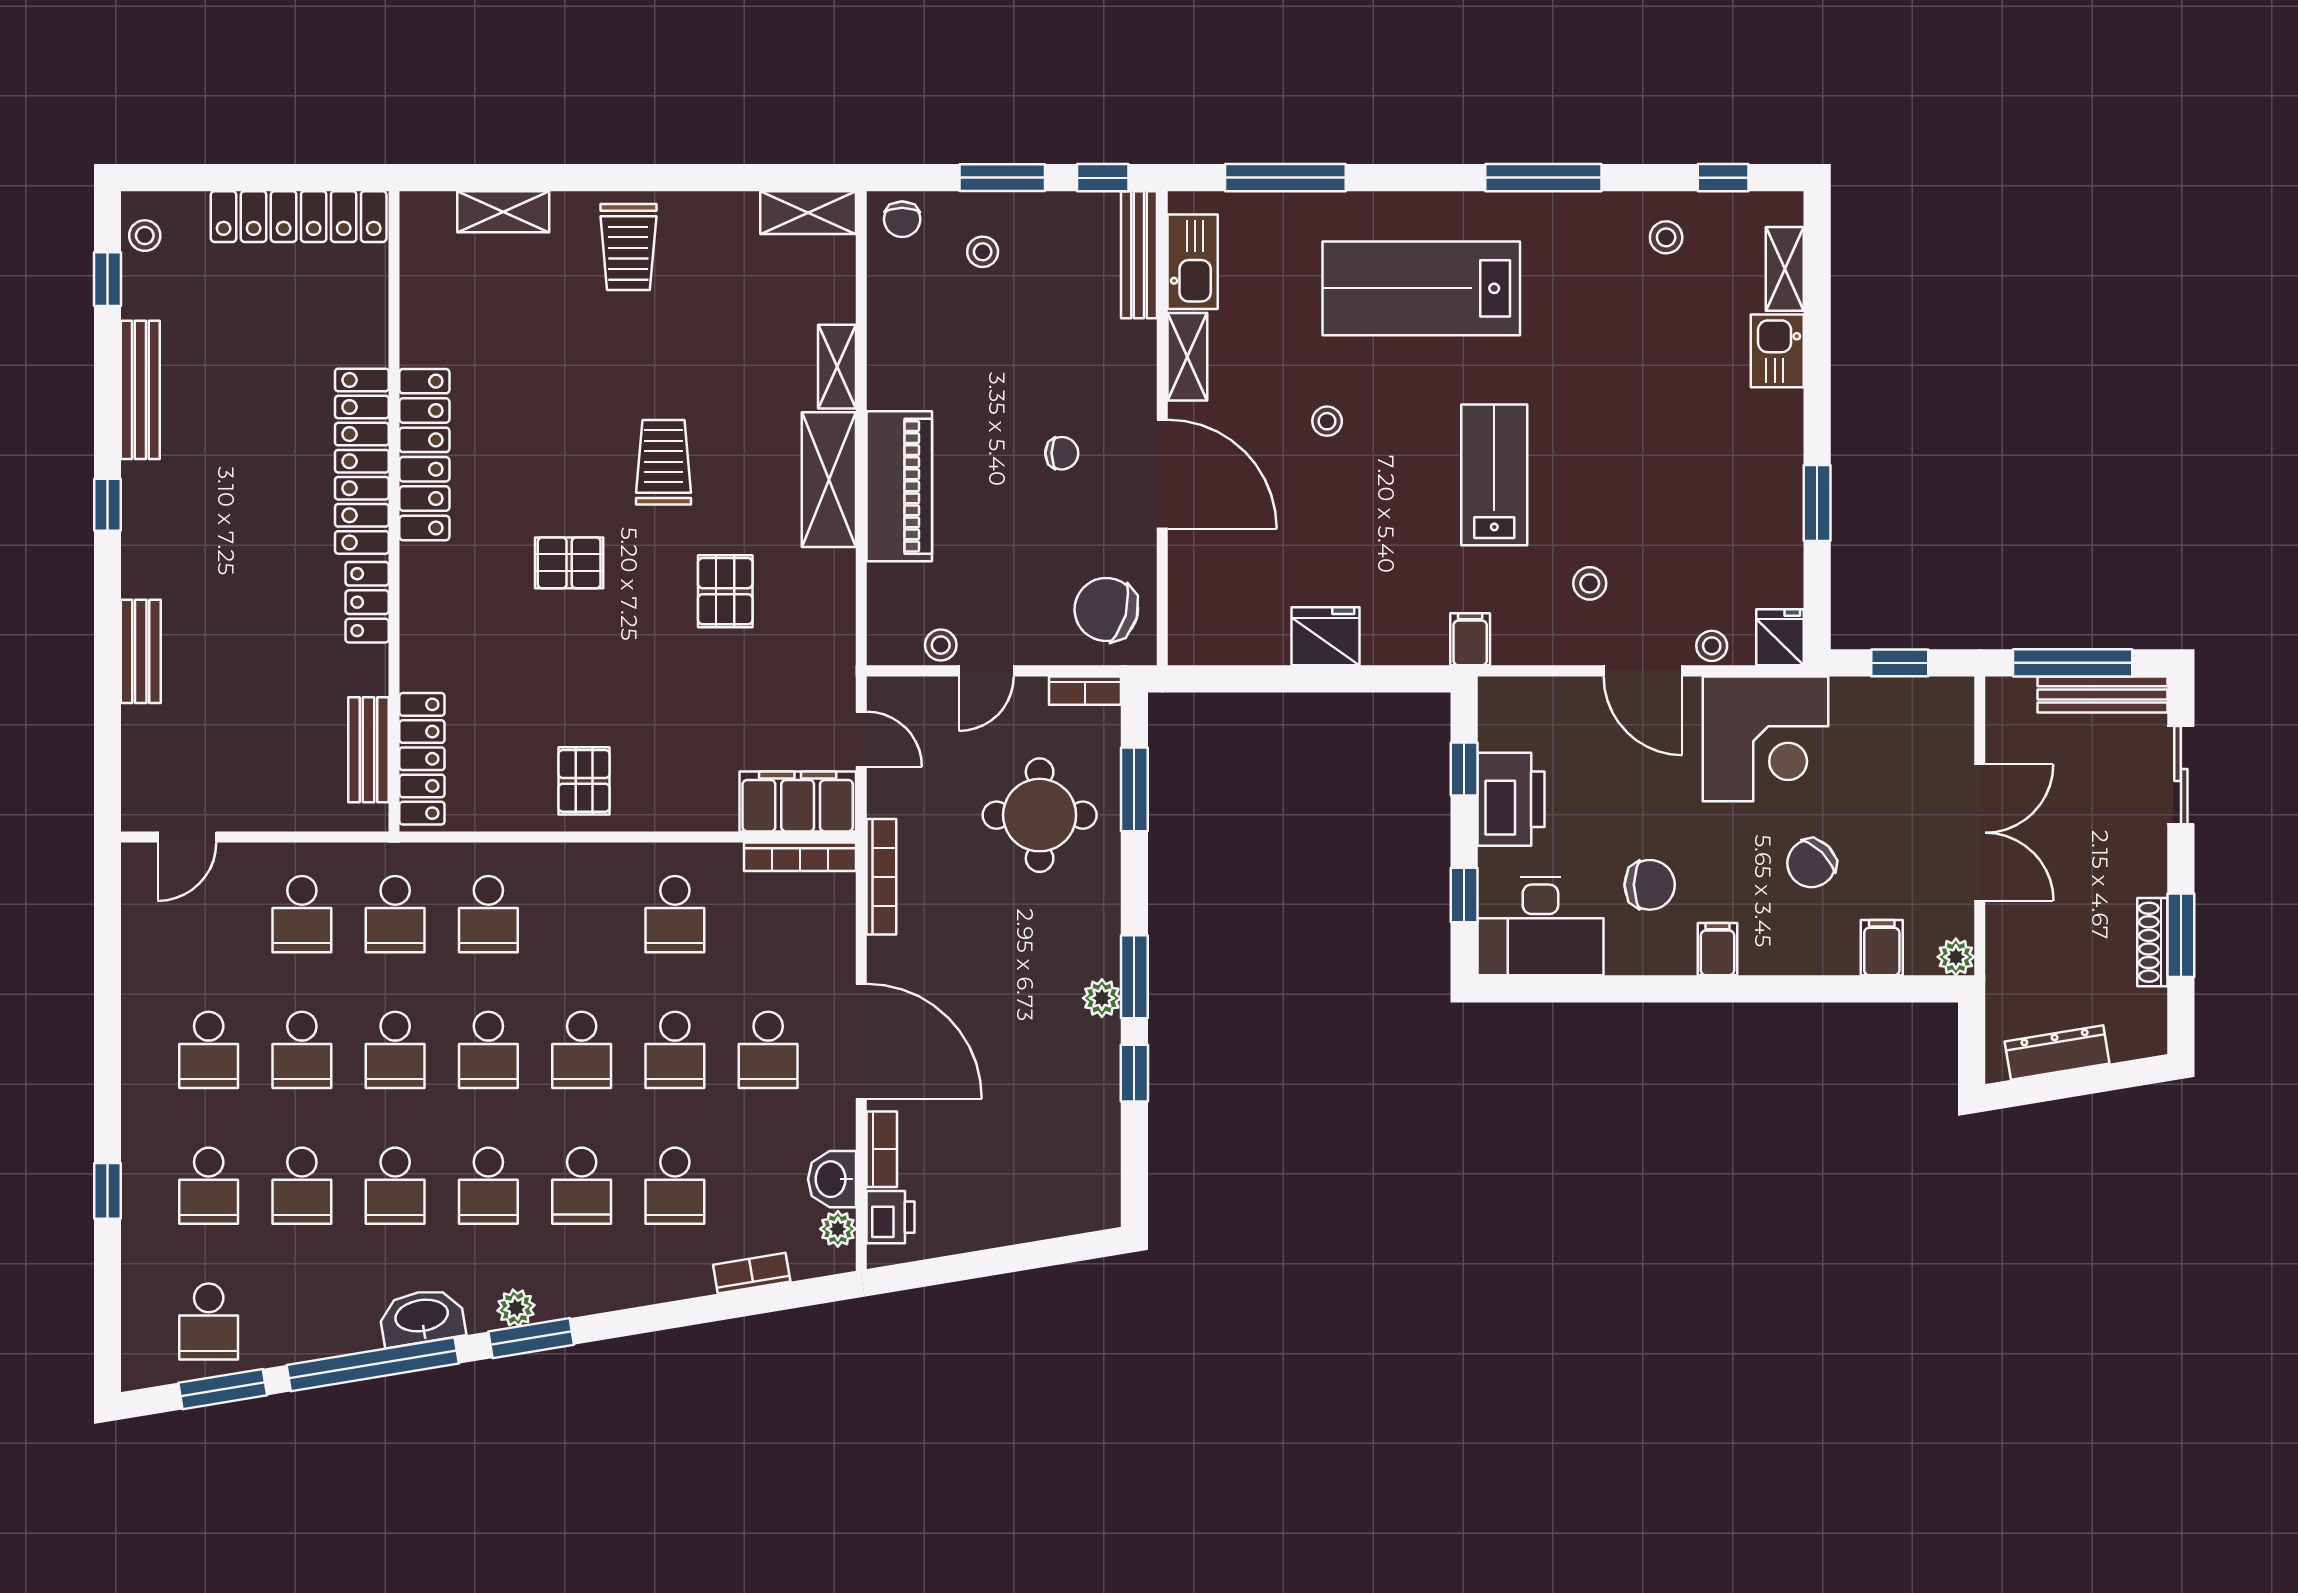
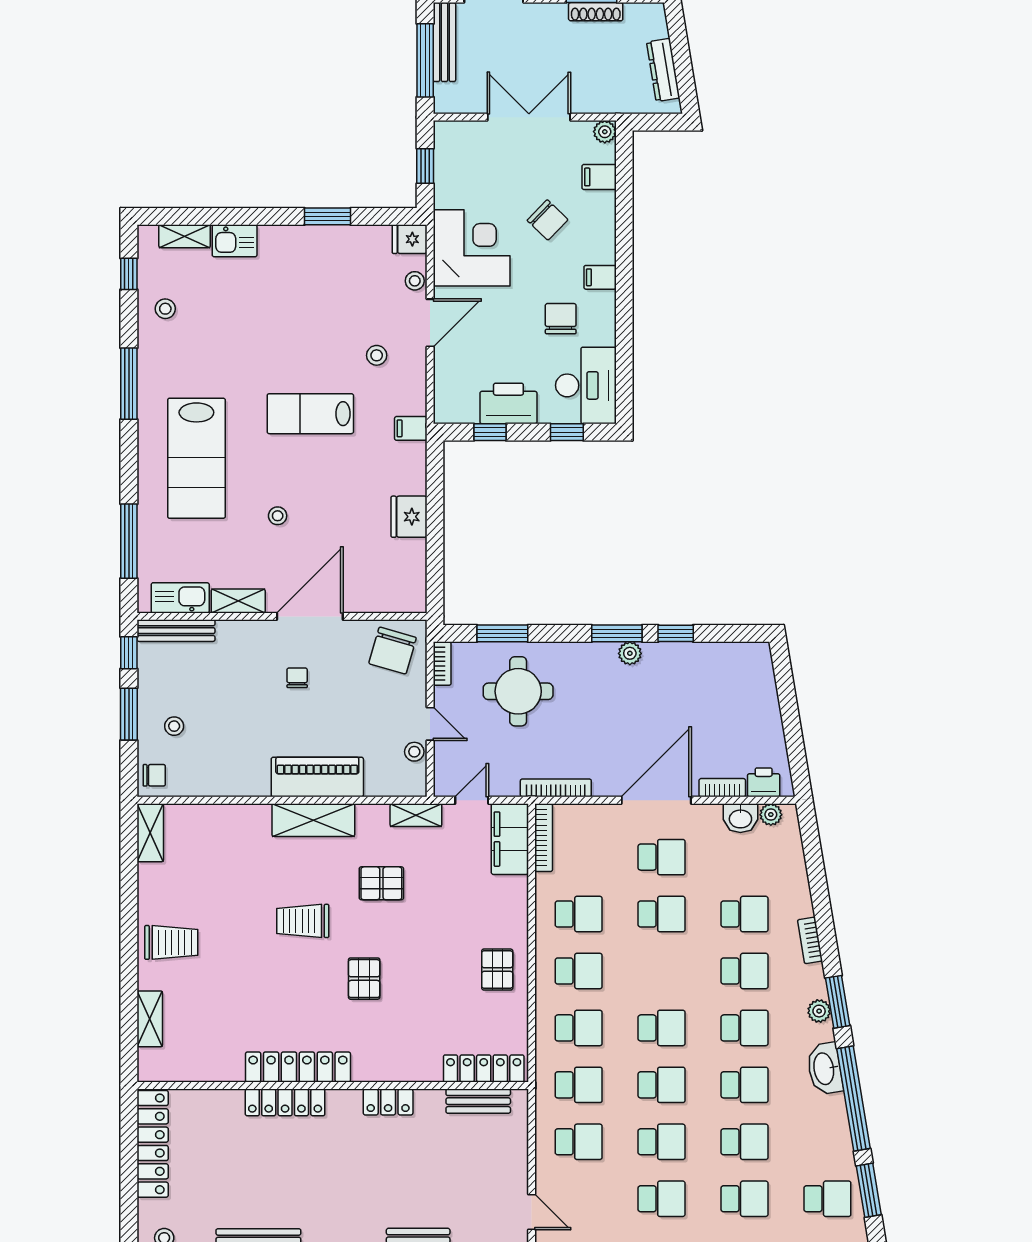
shelving: (837, 367) -> (416, 815), moved
locker: (362, 461) -> (285, 1102), width x0.71, depth x0.83
pallet: (584, 781) -> (497, 970), turned 90
school desk: (582, 1050) -> (579, 971), moved
bookcase: (752, 1273) -> (810, 940), moved

